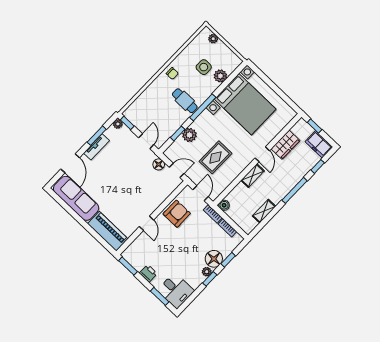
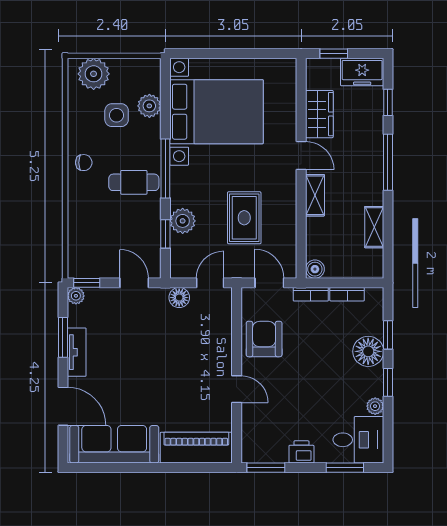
plant: (213, 39) -> (94, 74), width x1.88, depth x1.88
plant: (207, 272) -> (375, 406), moved

